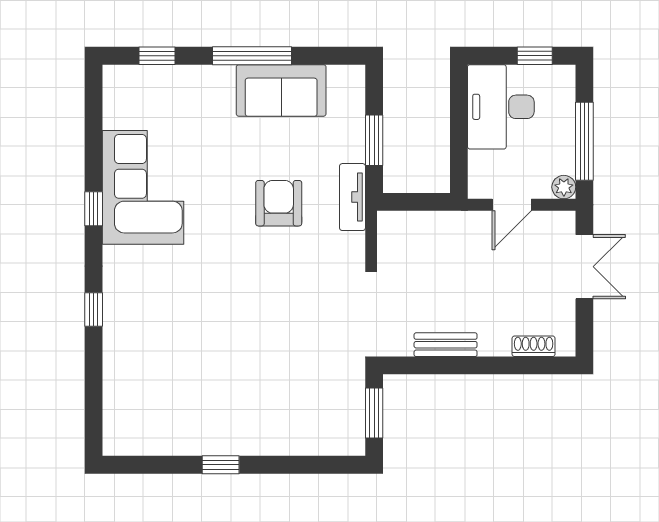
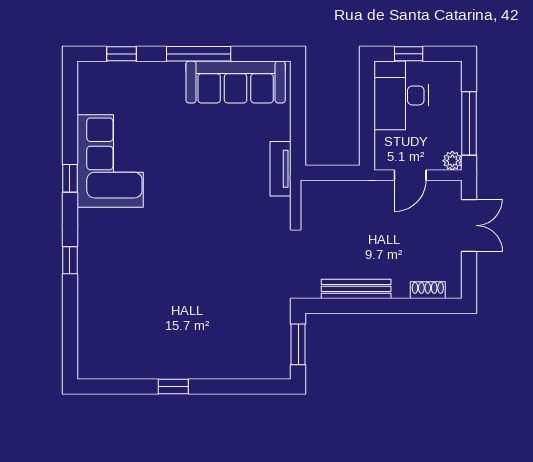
window: (535, 56) -> (409, 54), moved
sofa: (281, 90) -> (236, 82), width x1.36
window: (374, 140) -> (298, 123), removed
armchair: (279, 203) -> (220, 174), removed
bench: (446, 345) -> (356, 289), width x1.36

